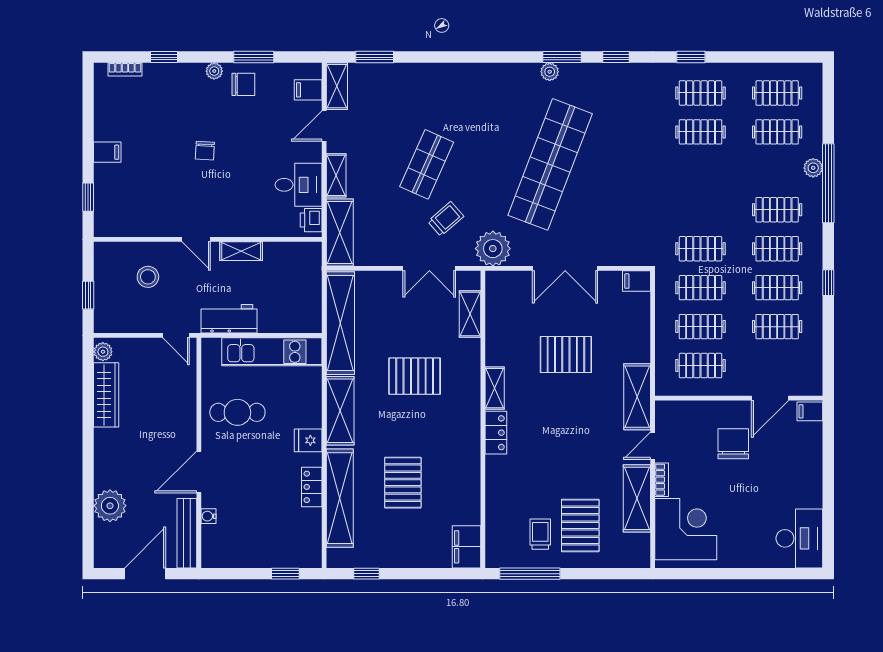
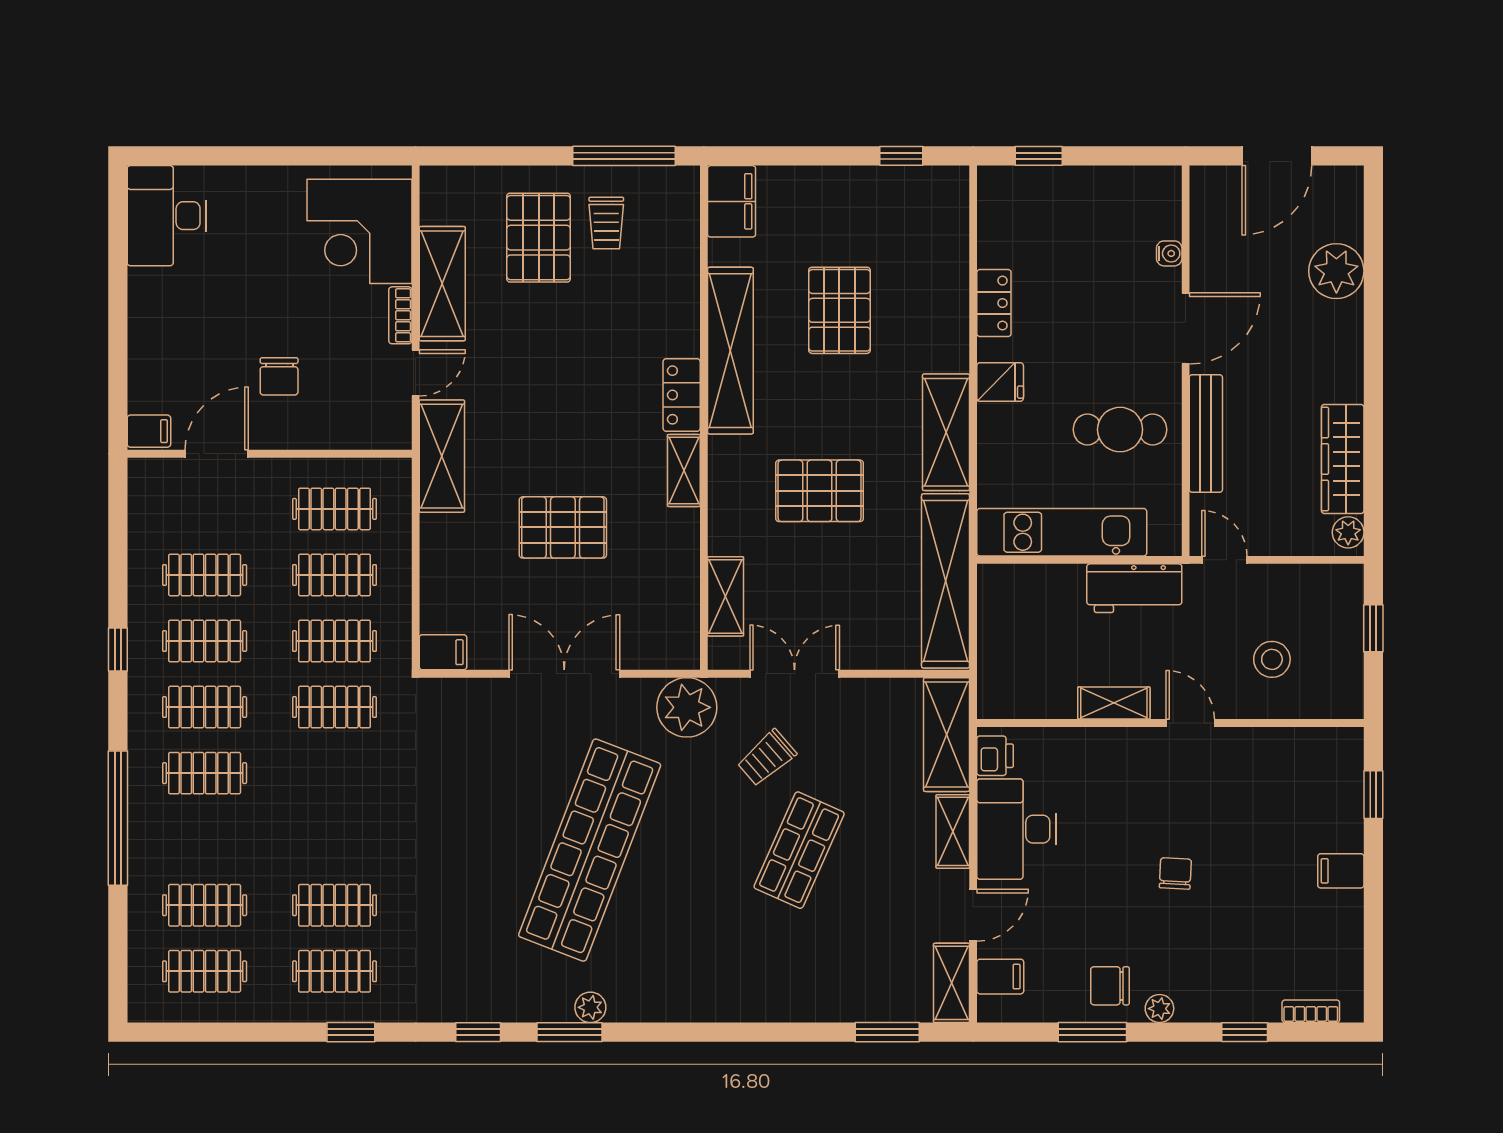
plant: (813, 168) -> (143, 844), removed
desk: (298, 185) -> (1016, 829), width x1.37
chair: (733, 444) -> (279, 376), width x0.73, depth x0.73
shelving: (340, 498) -> (730, 351), moved
bench: (187, 533) -> (1206, 434), moved

